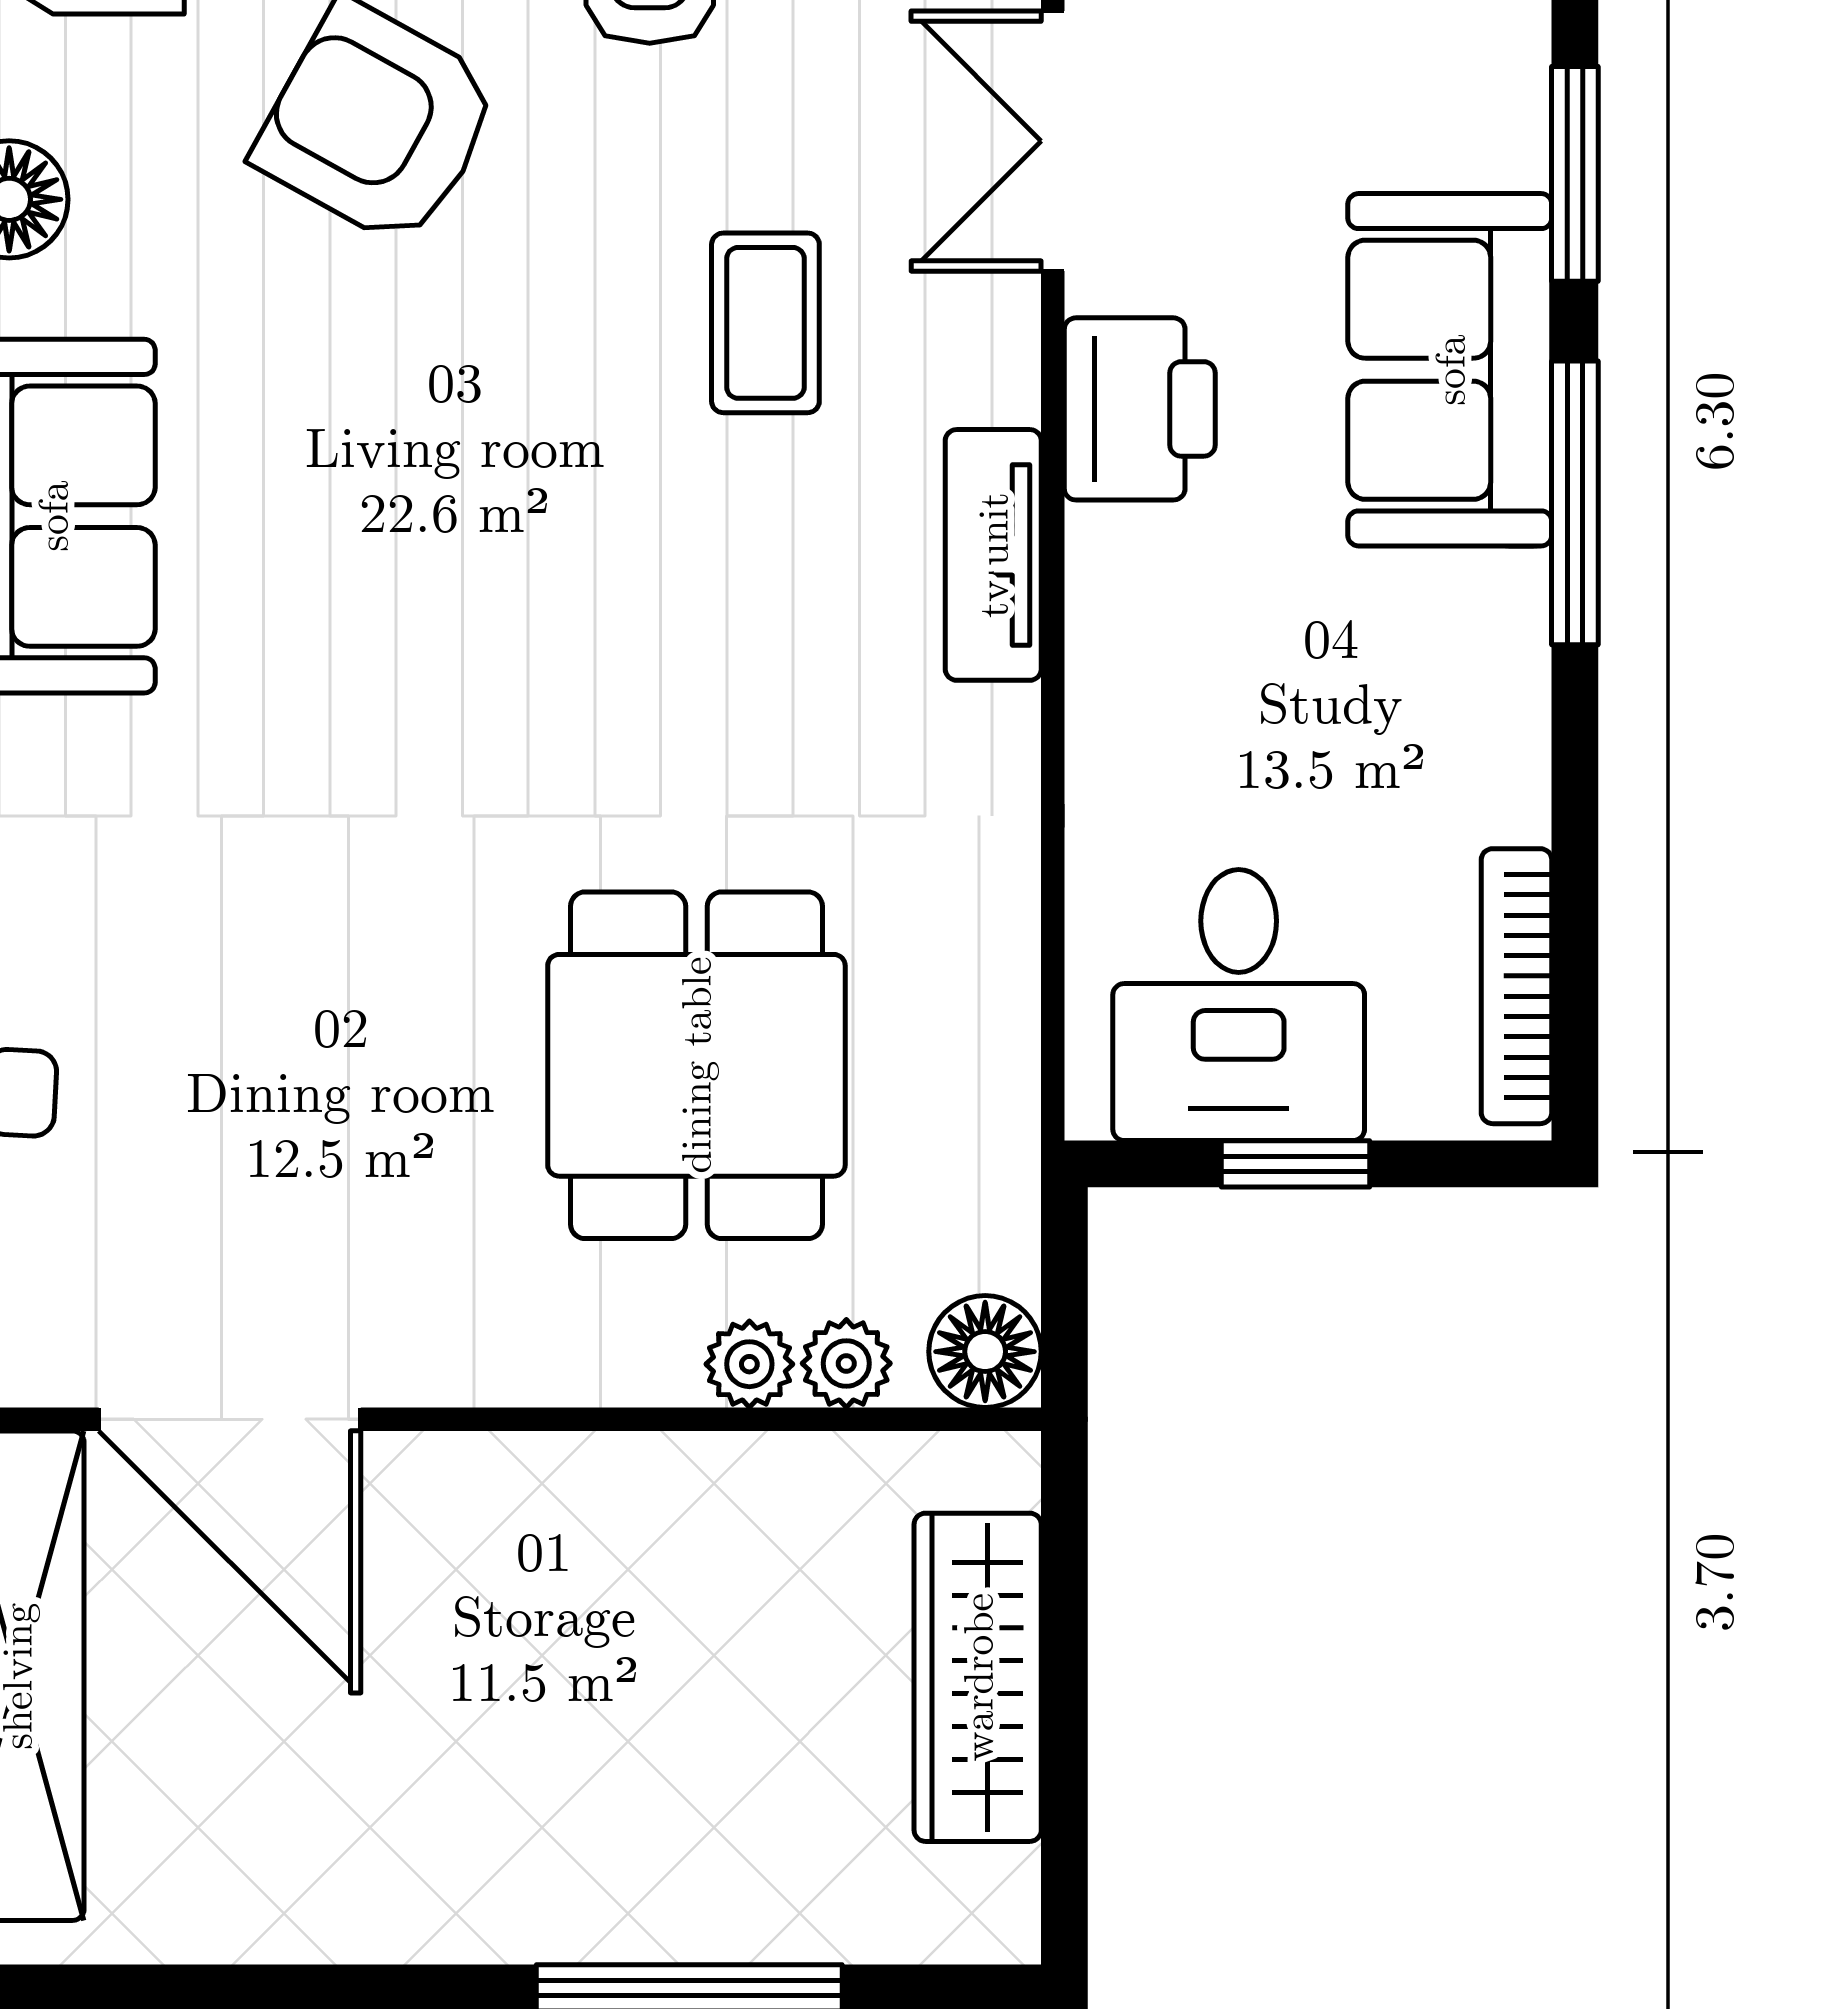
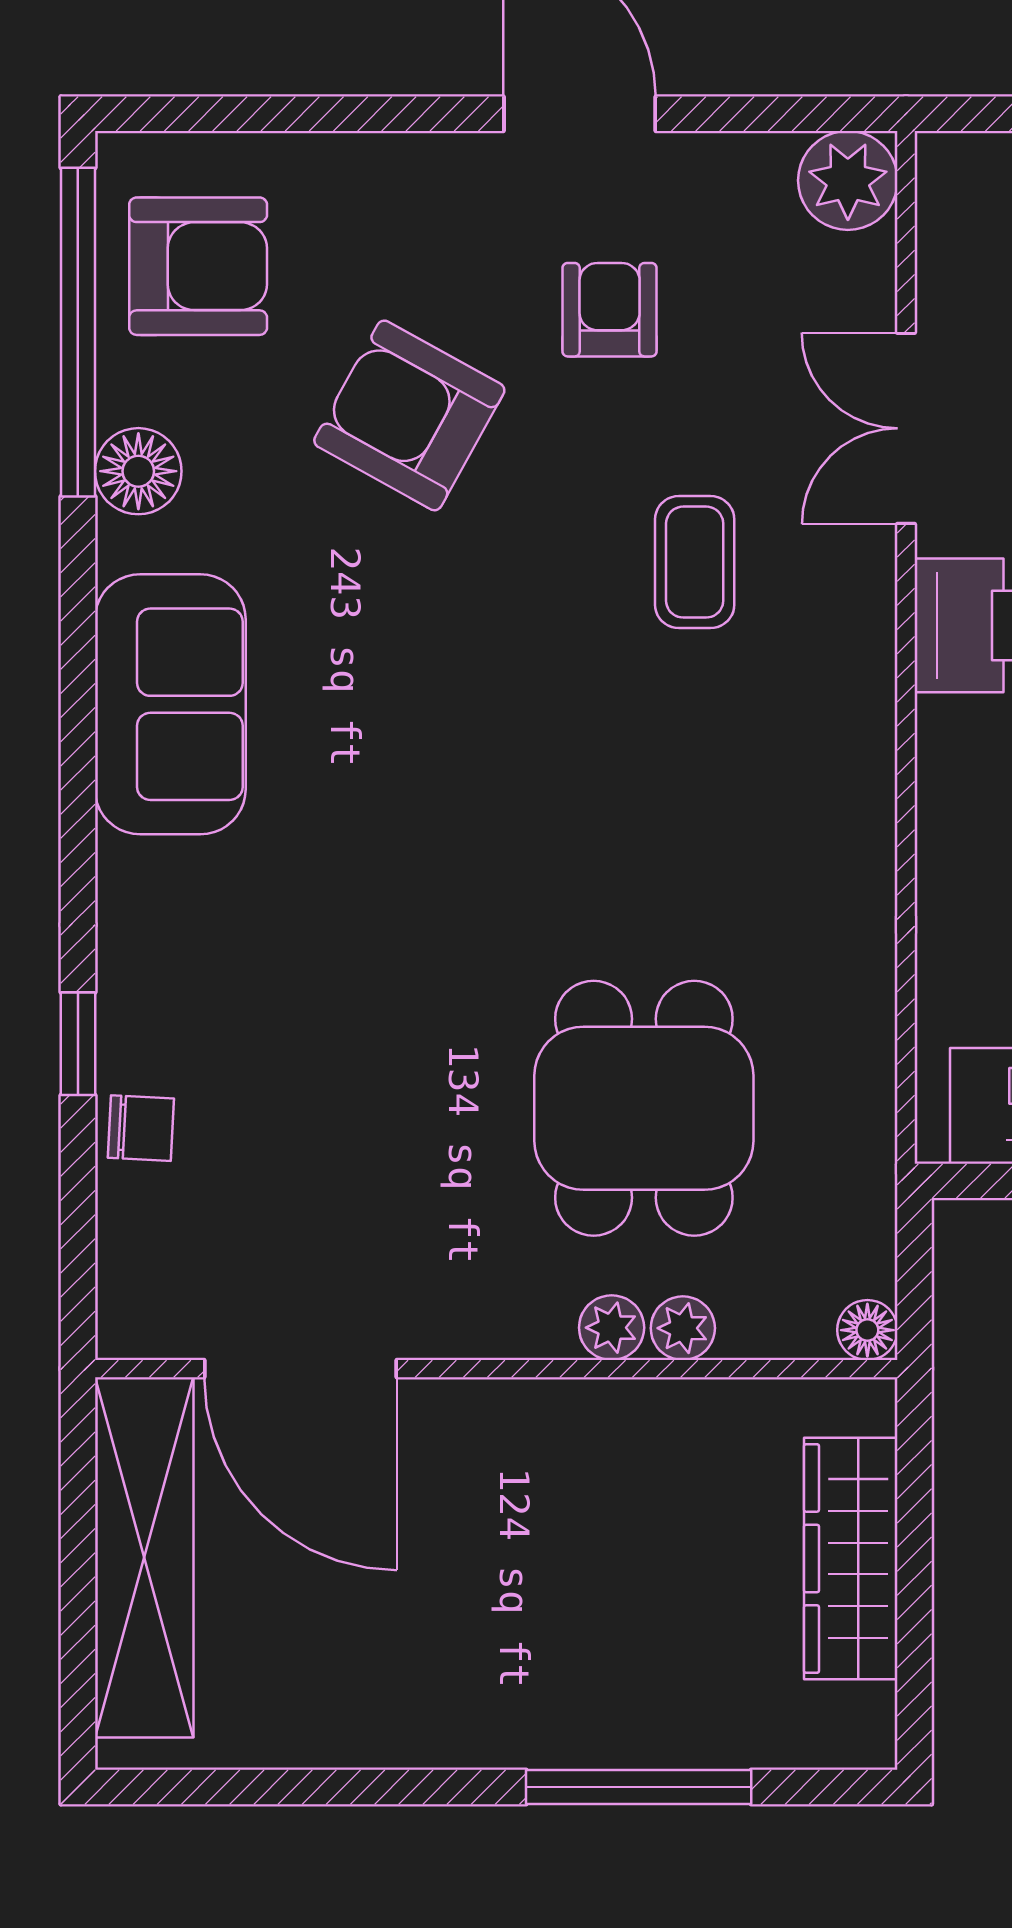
tv unit: (993, 555) -> (862, 733), removed
floor lamp: (985, 1352) -> (867, 1330), width x0.73, depth x0.73
plant: (846, 1363) -> (612, 1328), moved

